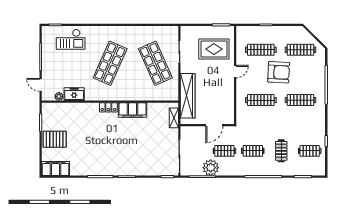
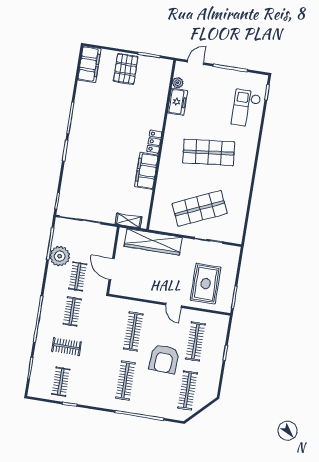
shop shelf: (110, 63) -> (209, 152), turned -30

